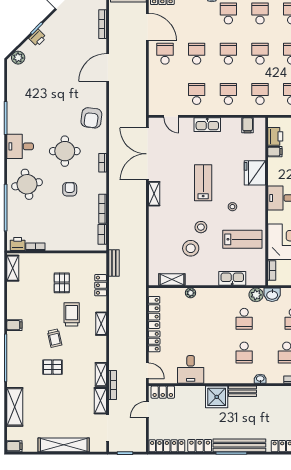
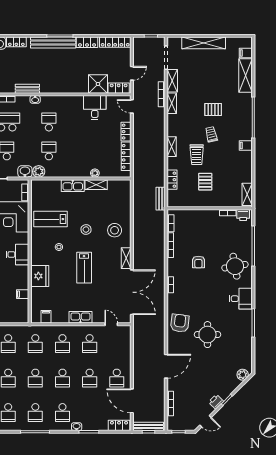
printer: (37, 38) -> (216, 402), moved
printer: (275, 136) -> (22, 307), removed
round table: (65, 151) -> (207, 335), moved
stool: (191, 248) -> (115, 230), moved
kitchen sink: (232, 278) -> (73, 186), moved
shelving: (172, 280) -> (96, 185), moved
bench: (243, 391) -> (27, 89), moved
shower: (217, 397) -> (98, 84), moved
filing cabinet: (14, 446) -> (246, 53), moved

